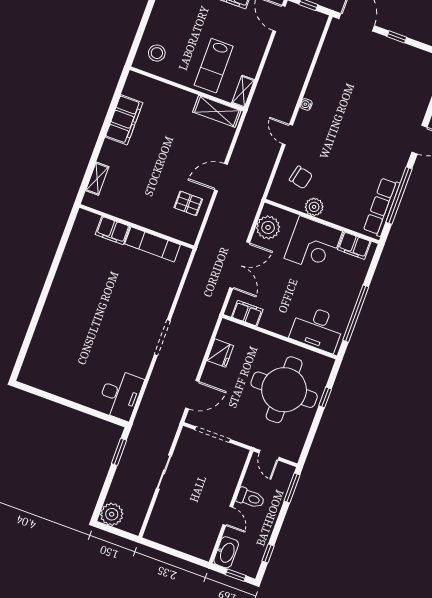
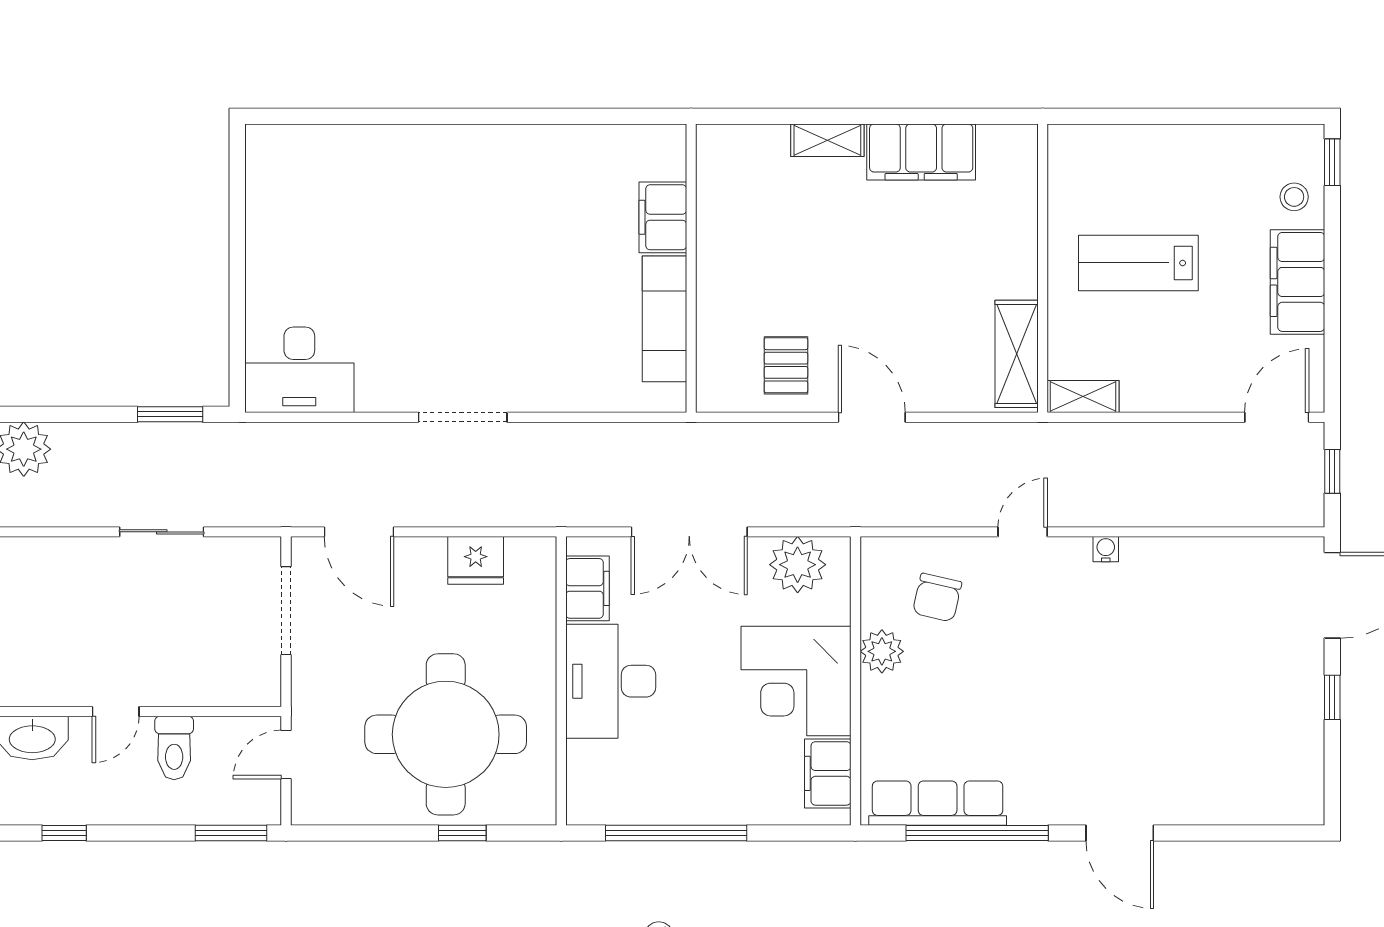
stool: (157, 53) -> (1098, 171), removed
lab bench: (214, 66) -> (1138, 263), moved
shelving: (97, 179) -> (827, 140), moved
desk: (317, 329) -> (611, 681), moved

